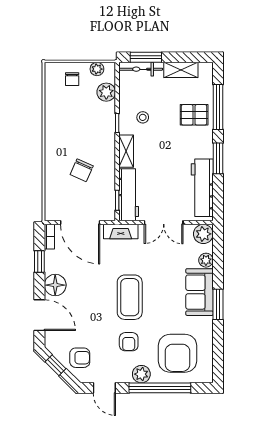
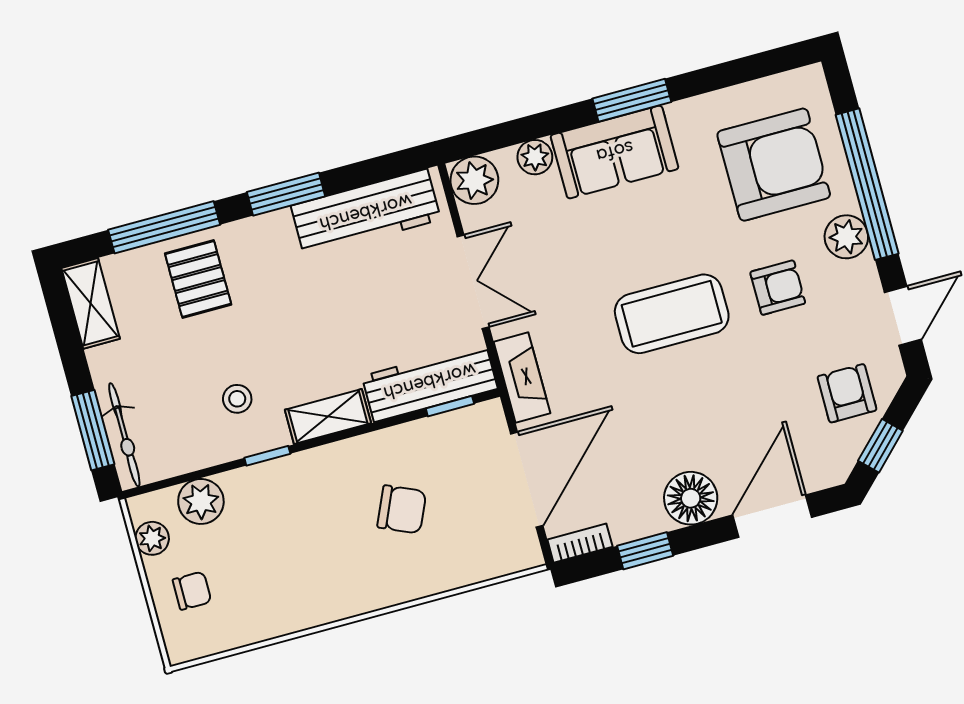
shelving: (181, 70) -> (91, 303), moved

